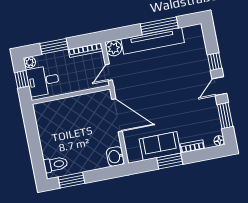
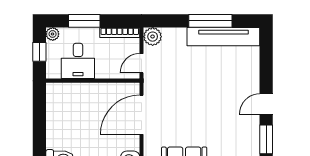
tv unit: (153, 41) -> (223, 37), moved
window: (215, 62) -> (266, 75), removed
desk: (43, 81) -> (78, 61), moved, turned -90
door: (117, 115) -> (141, 115), swing flipped

